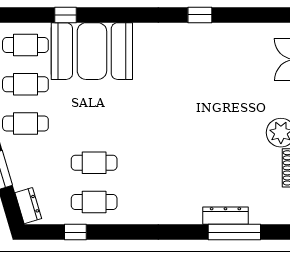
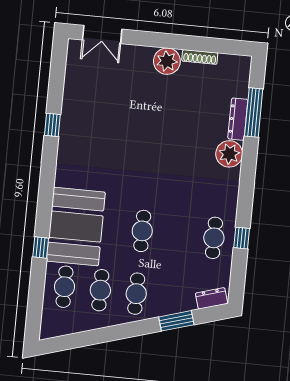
cafe table: (94, 163) -> (142, 231), moved
plant: (187, 210) -> (229, 154), added
window: (75, 232) -> (242, 238), moved

